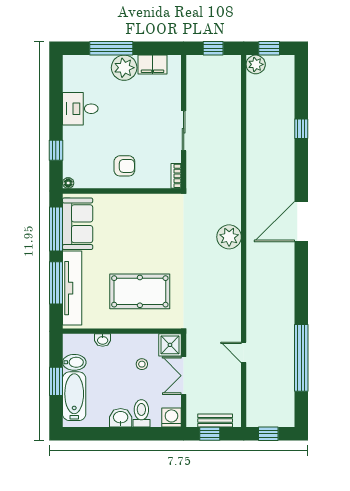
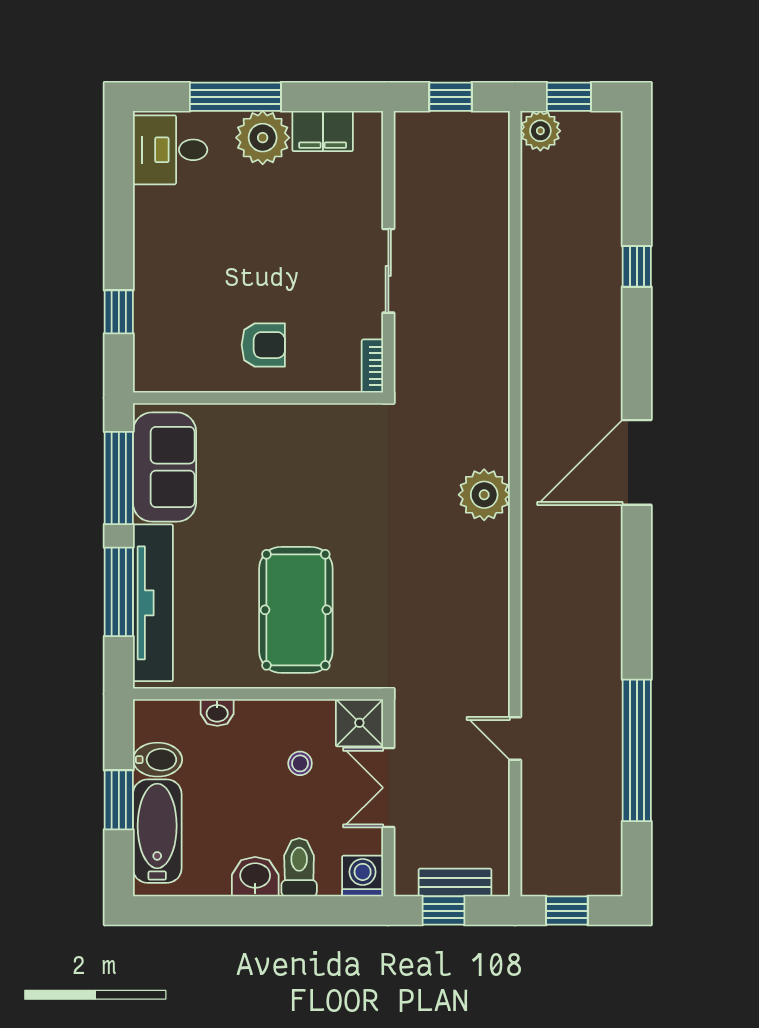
desk: (80, 109) -> (170, 150), moved
floor lamp: (68, 183) -> (145, 381), removed
pool table: (140, 291) -> (296, 610), turned 90

